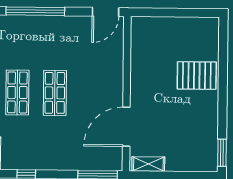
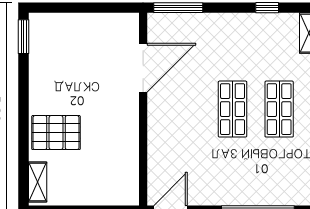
shelving: (148, 164) -> (38, 182), moved, turned 90

